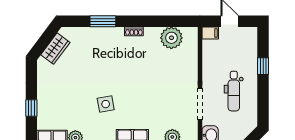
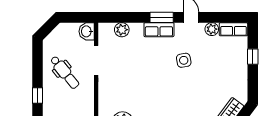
dental chair: (234, 91) -> (65, 72), turned 141

